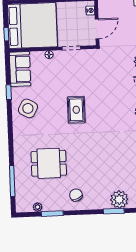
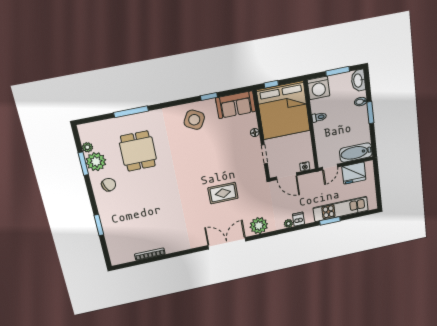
rug: (76, 110) -> (223, 193), moved
window: (12, 181) -> (131, 112), moved
plant: (119, 199) -> (96, 162), moved

